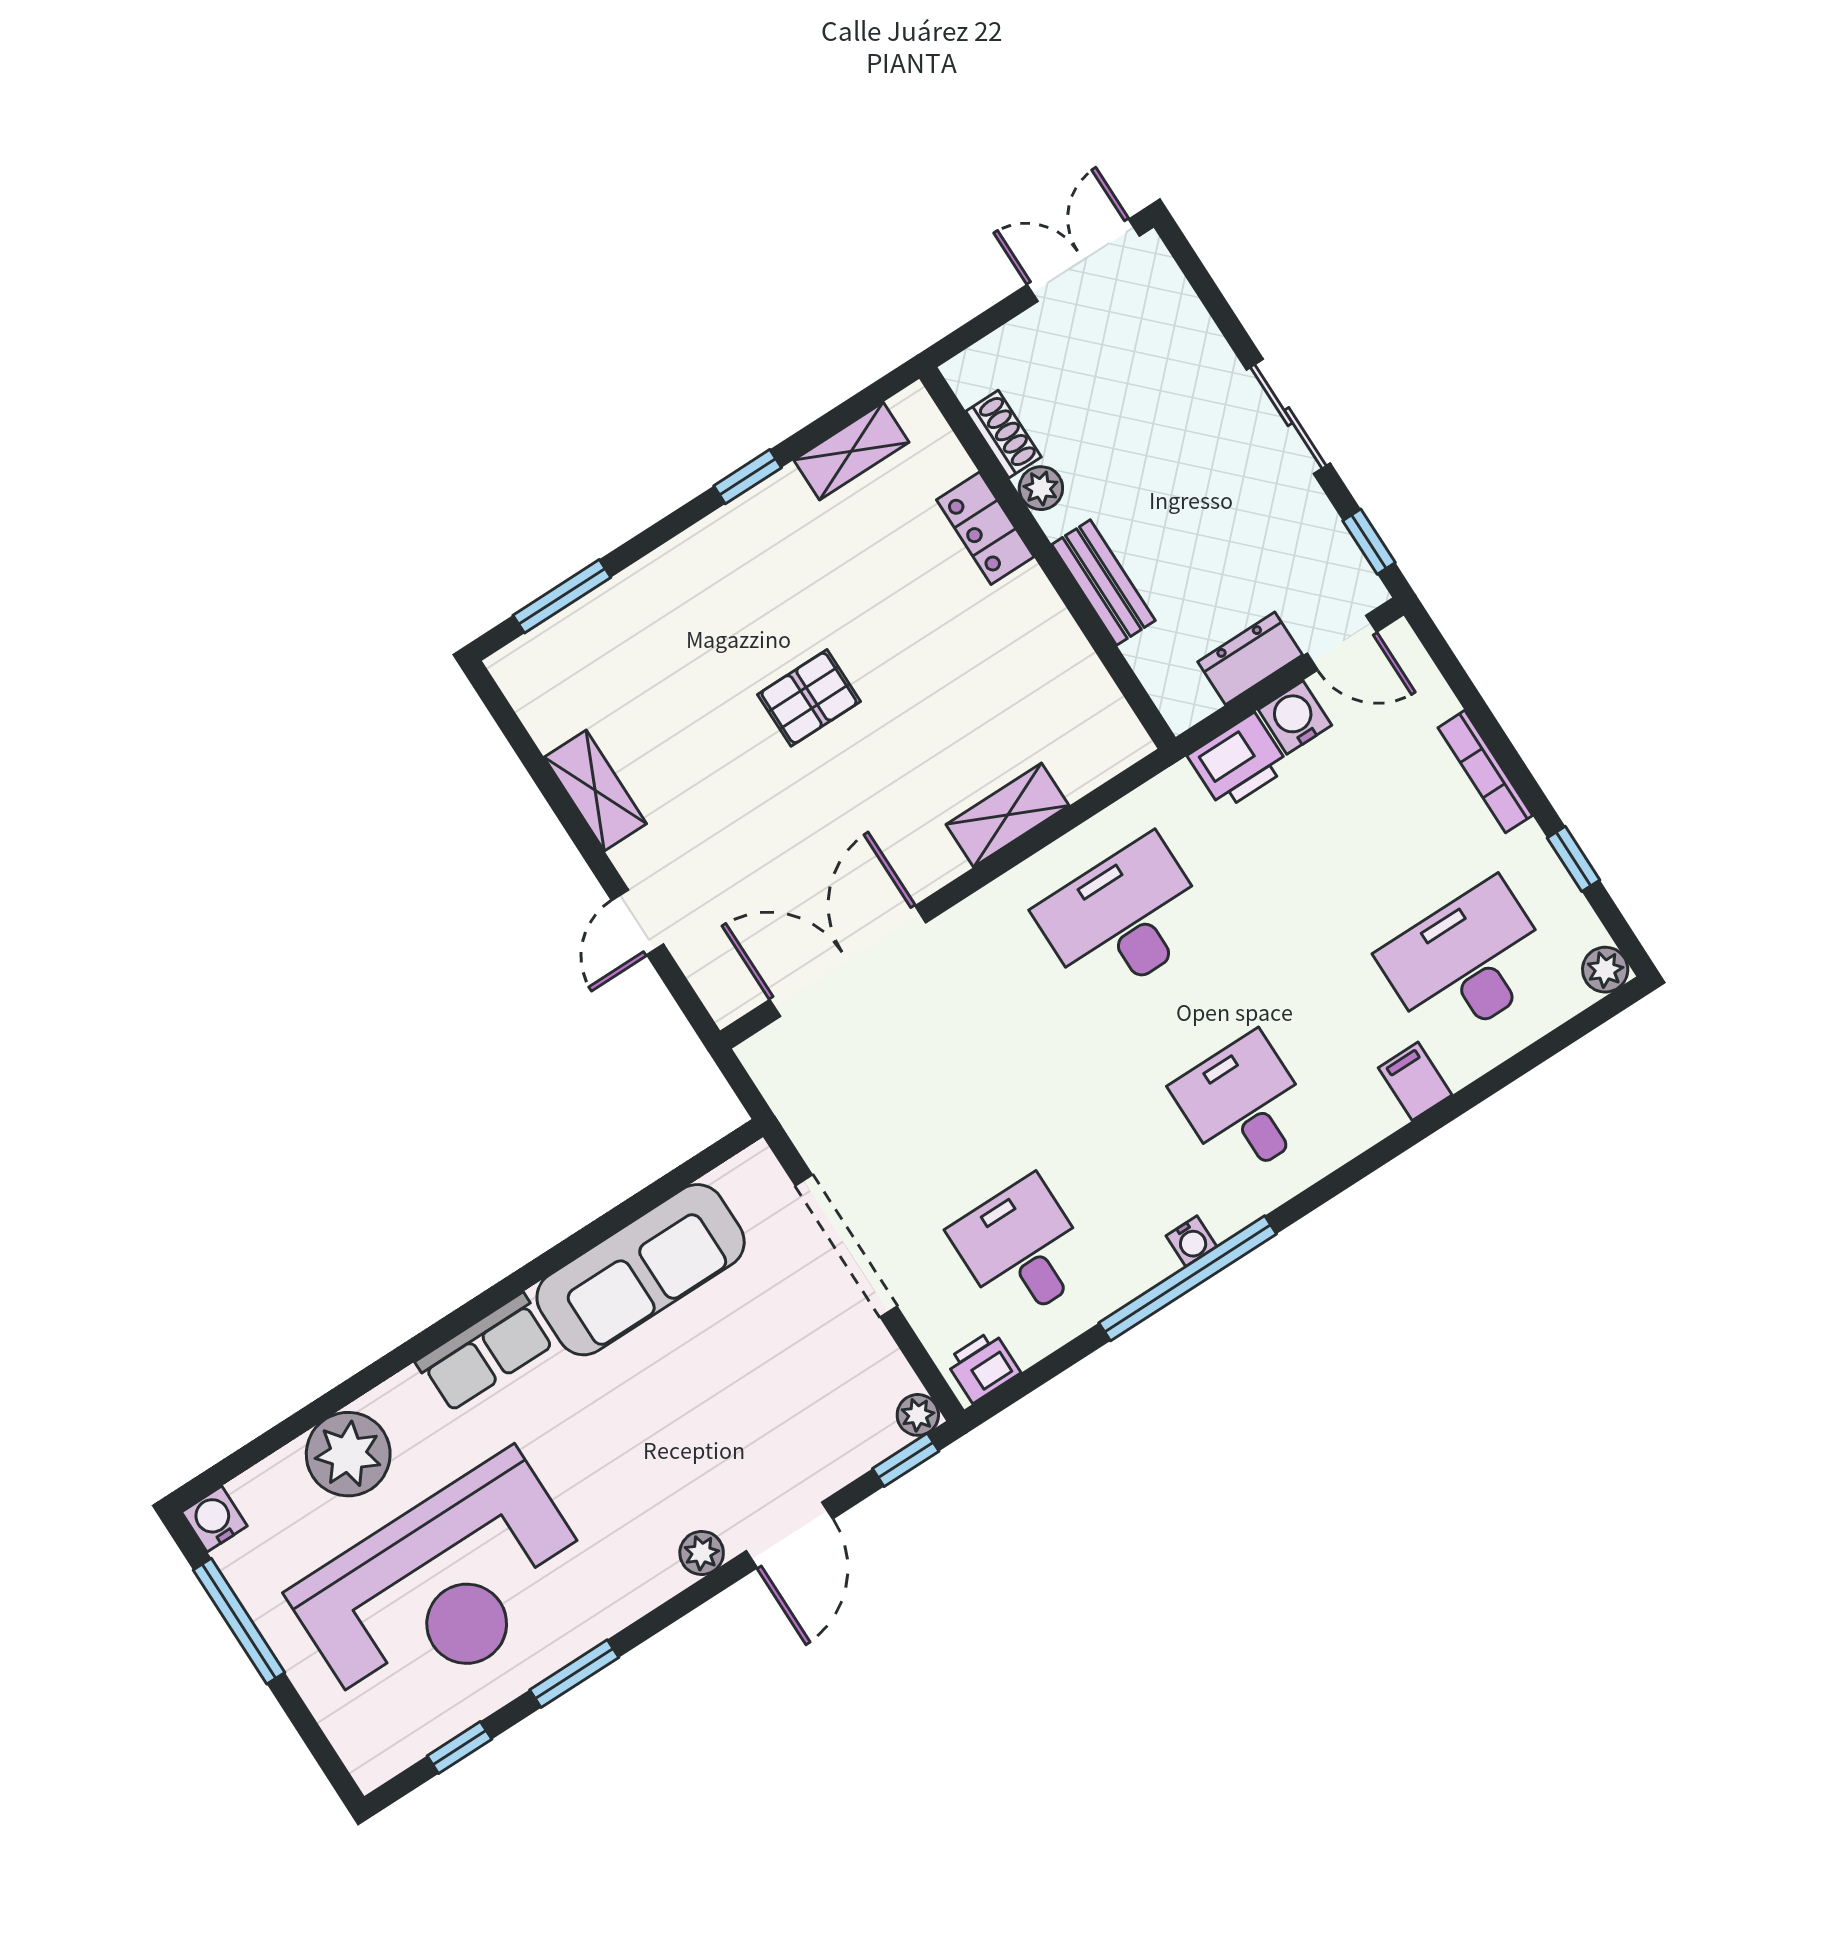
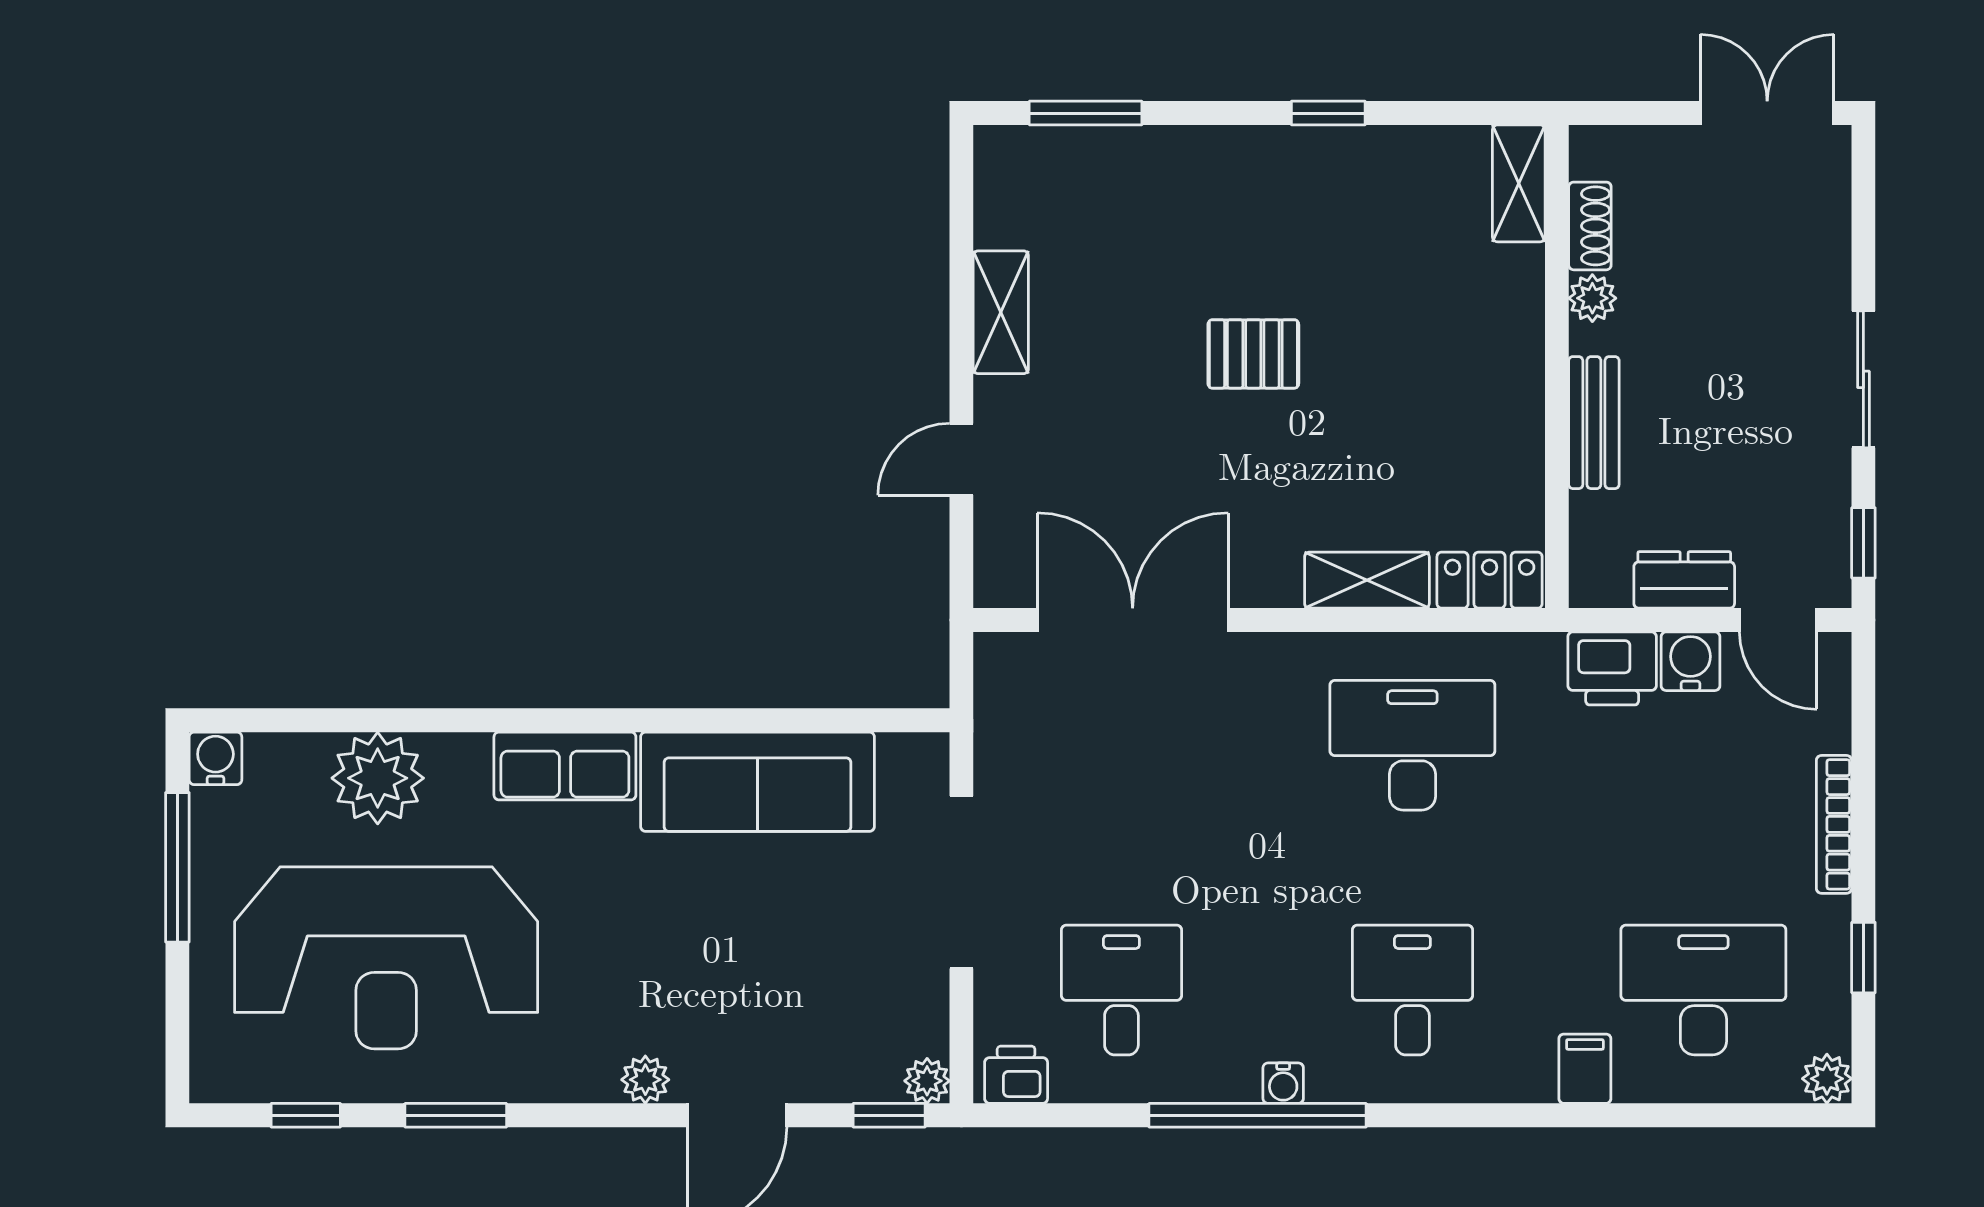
shelving: (851, 451) -> (1519, 183), moved, turned 90
locker: (985, 528) -> (1490, 580), moved, turned 90

